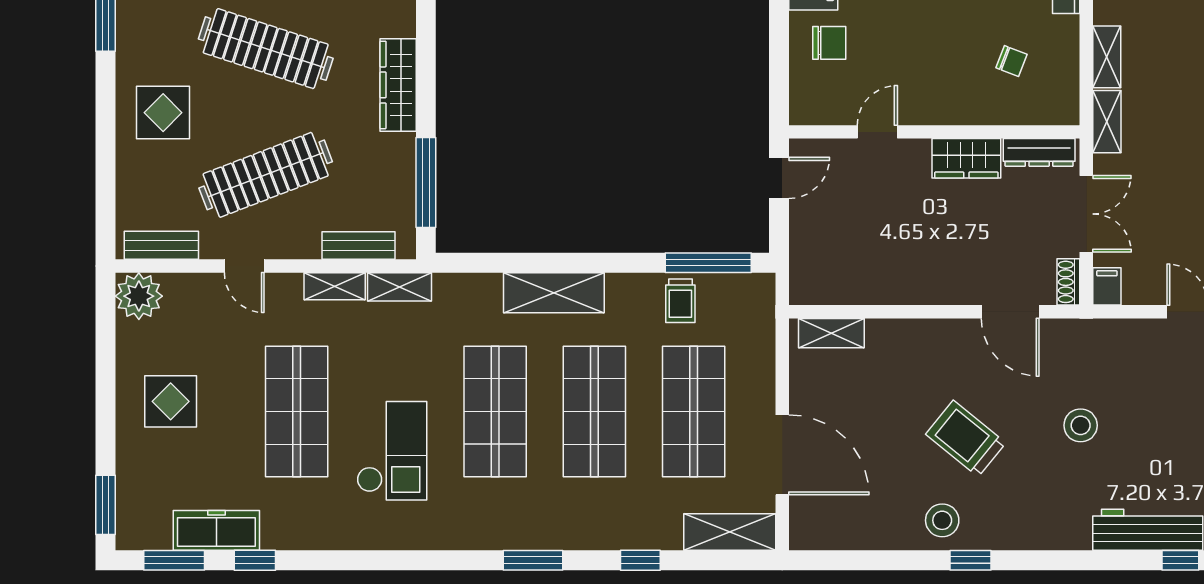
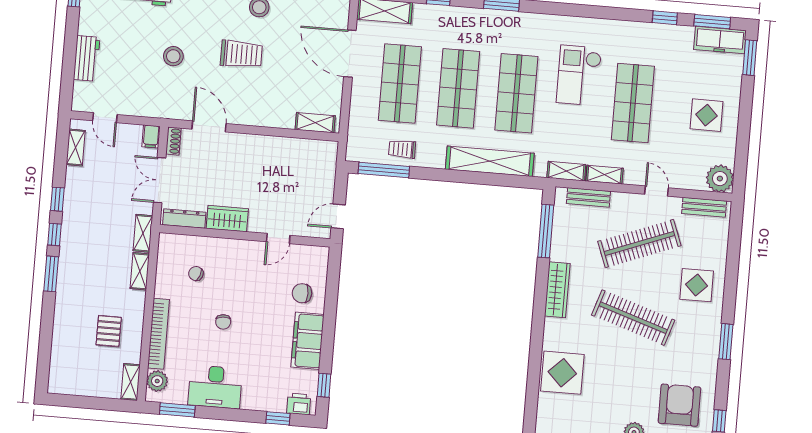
shelving: (554, 293) -> (490, 161), width x1.47
trolley: (680, 301) -> (402, 149), turned -90
trolley: (966, 439) -> (241, 54), turned -39
freezer: (216, 530) -> (720, 40), moved

